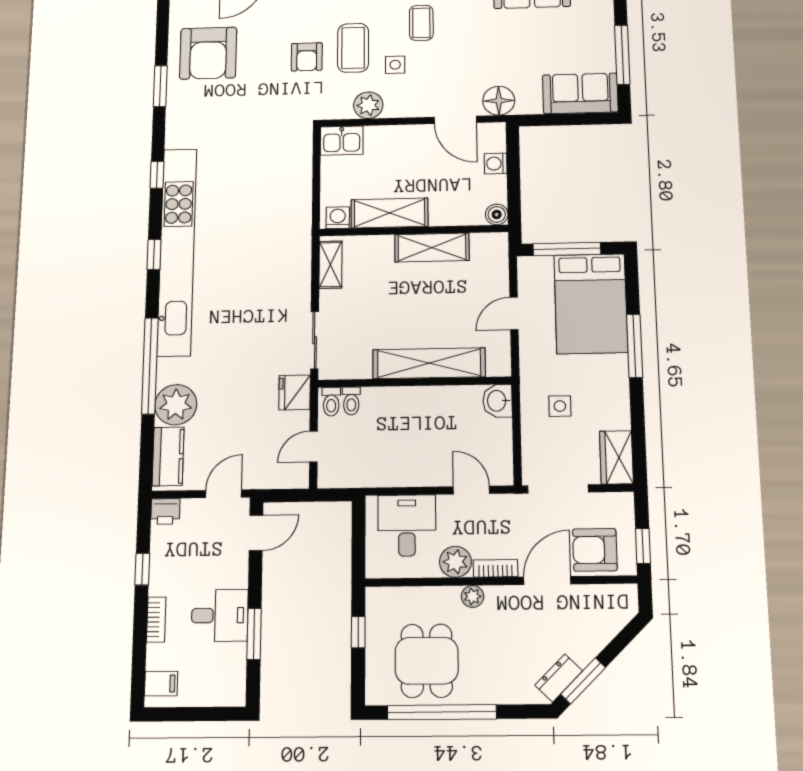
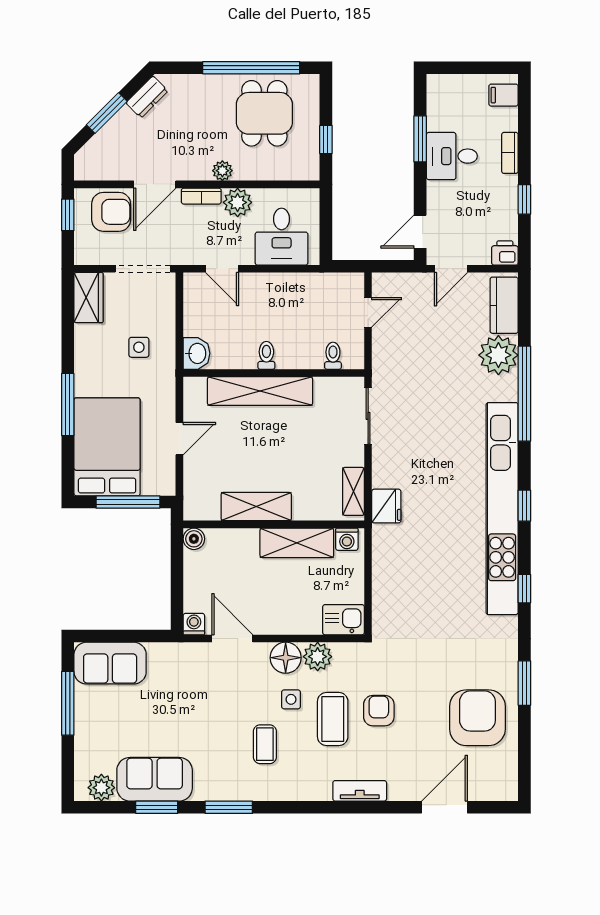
floor lamp: (499, 101) -> (286, 658), moved
washing machine: (496, 163) -> (194, 624), moved, turned -90
fridge: (295, 392) -> (386, 506), moved
toilet: (331, 402) -> (266, 355), moved
window: (583, 681) -> (107, 113), moved

